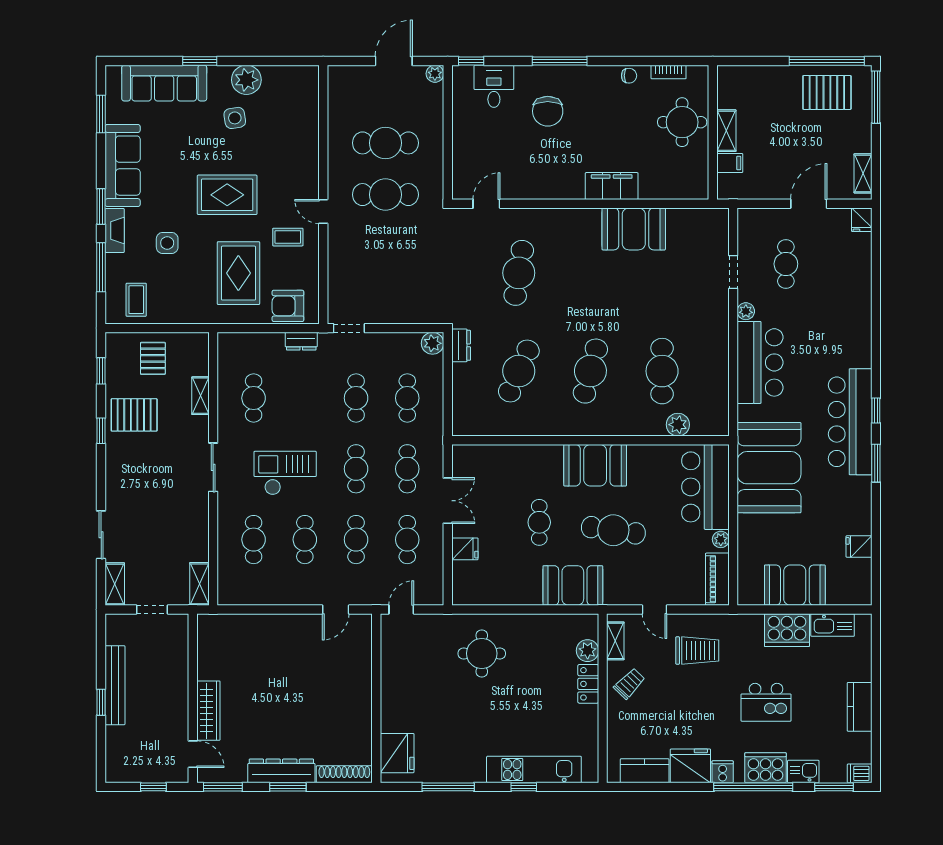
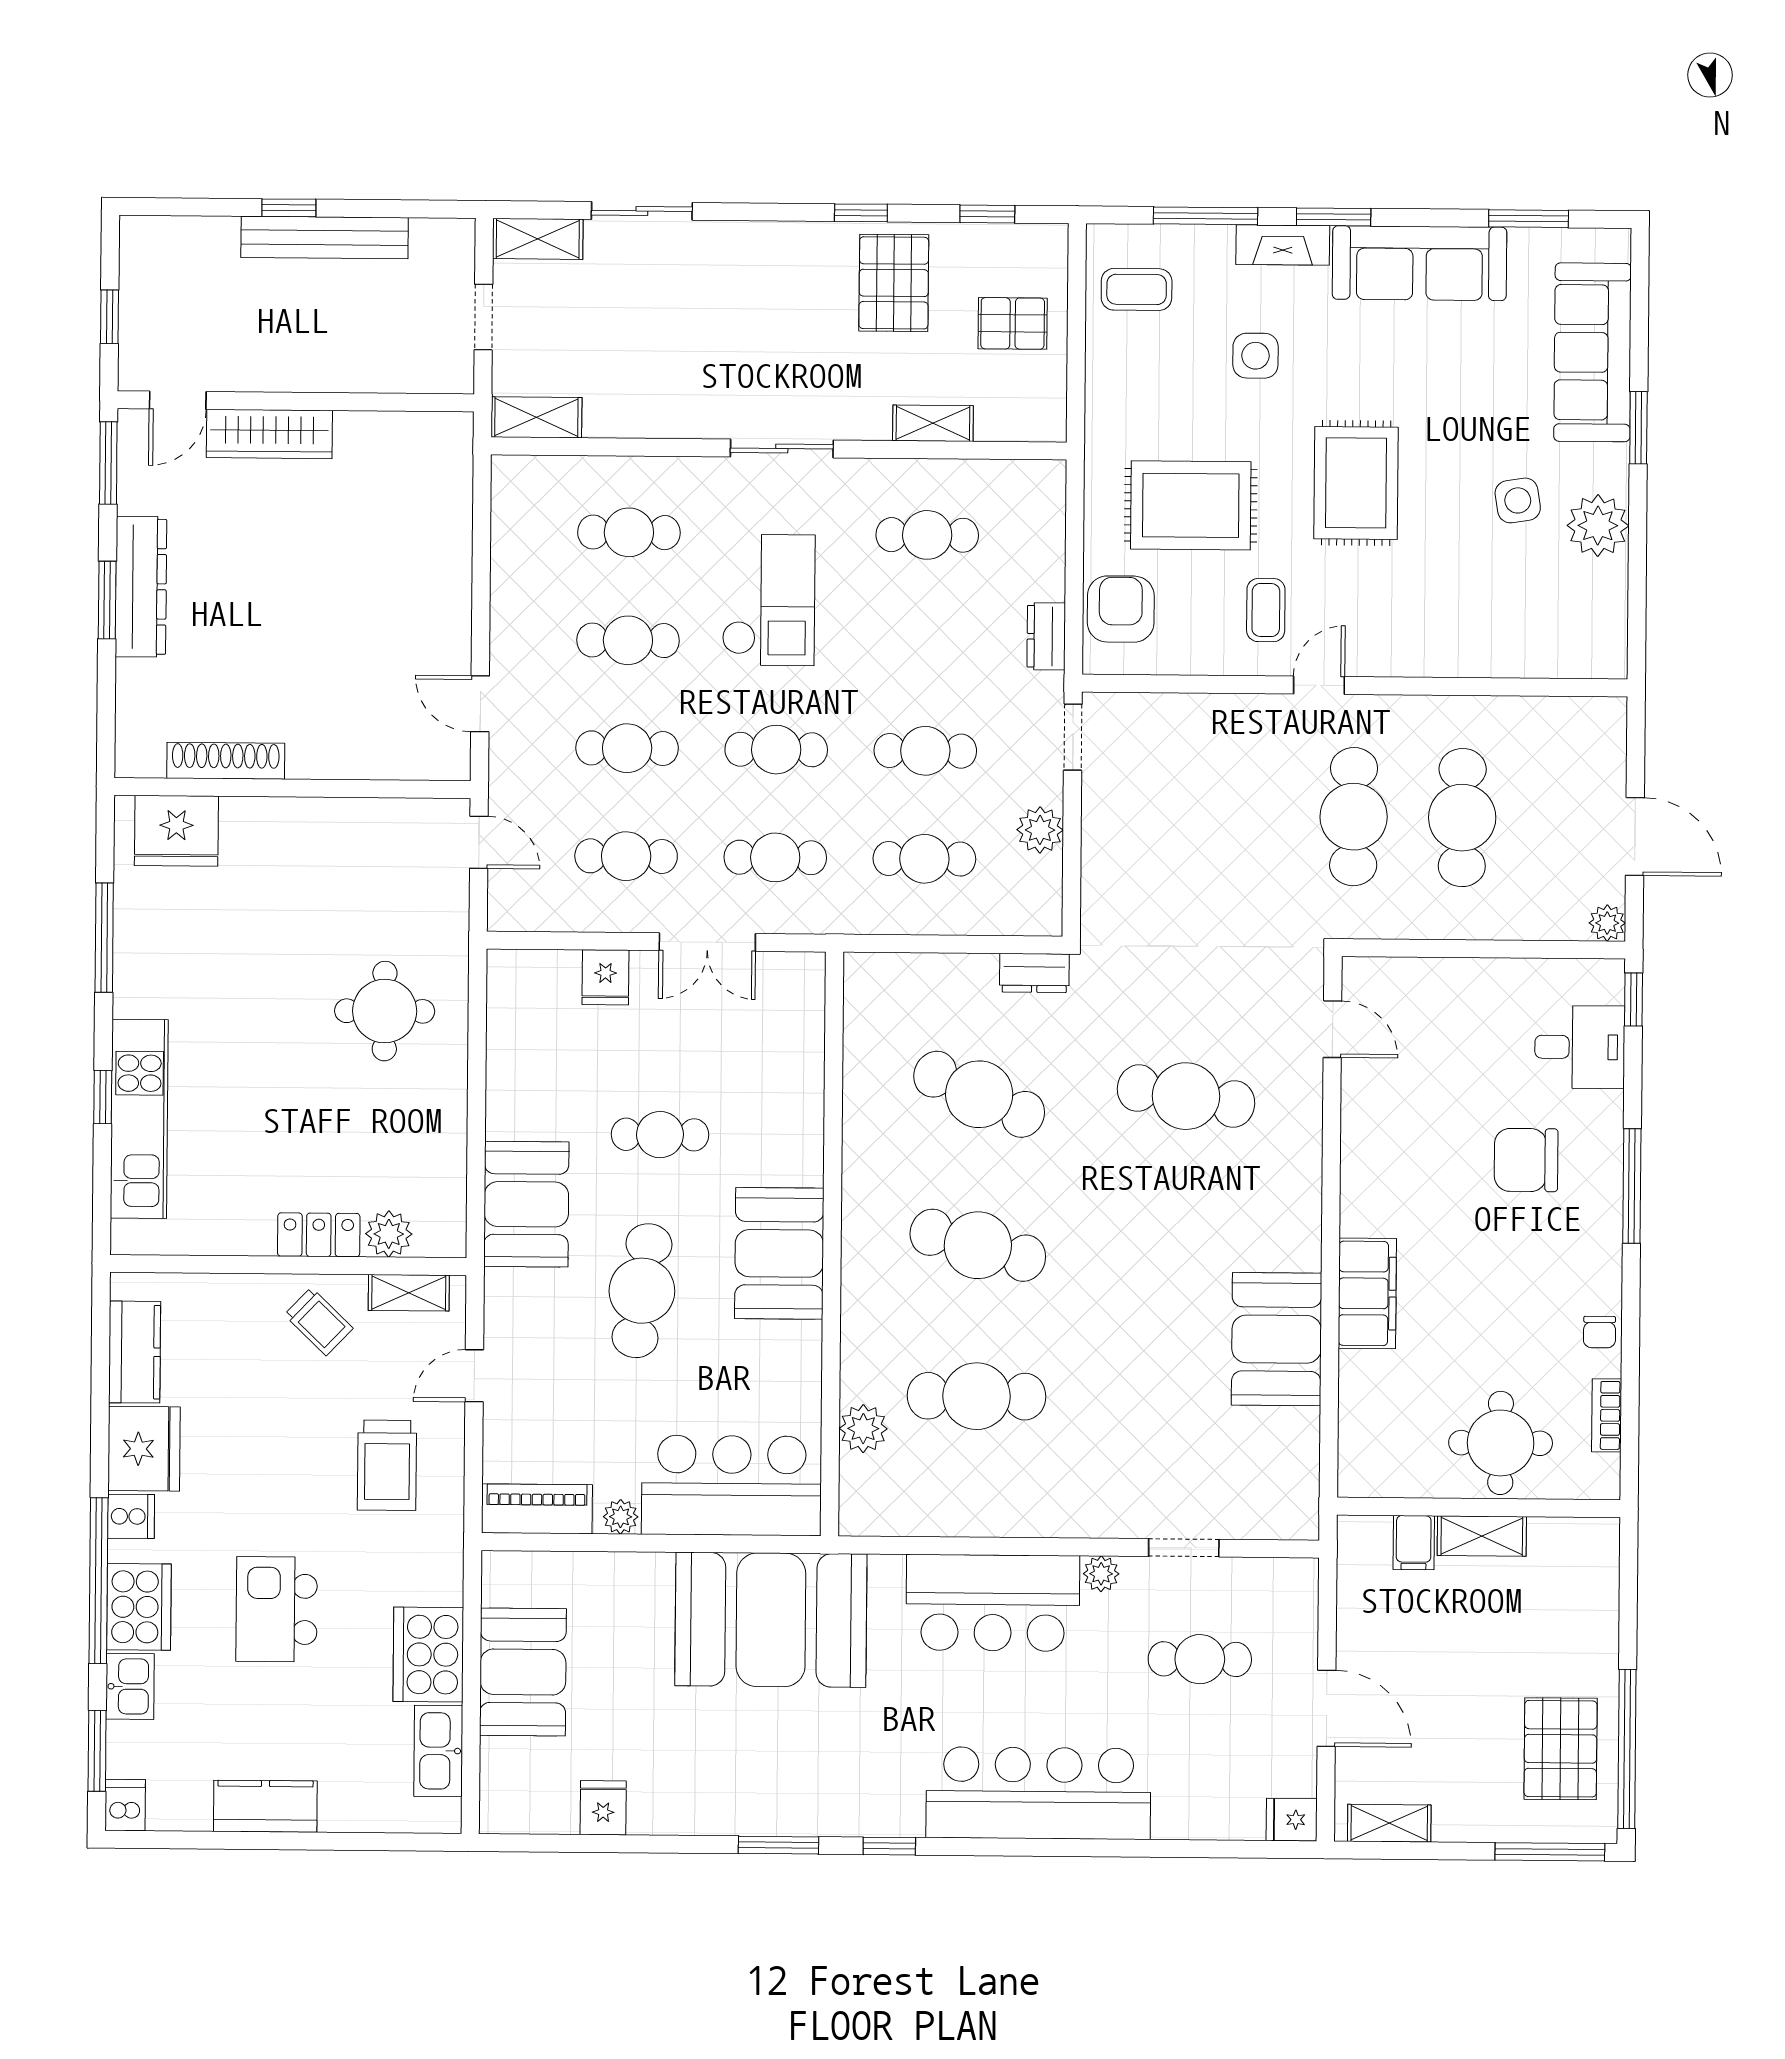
plant: (432, 343) -> (1040, 830), moved
bar counter: (850, 422) -> (1038, 1793), moved
shoe rack: (344, 774) -> (226, 761), moved, turned -90

